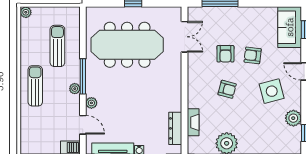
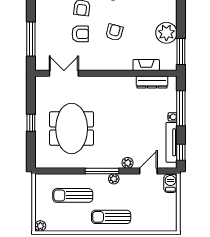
meeting table: (127, 45) -> (72, 128), width x0.73

